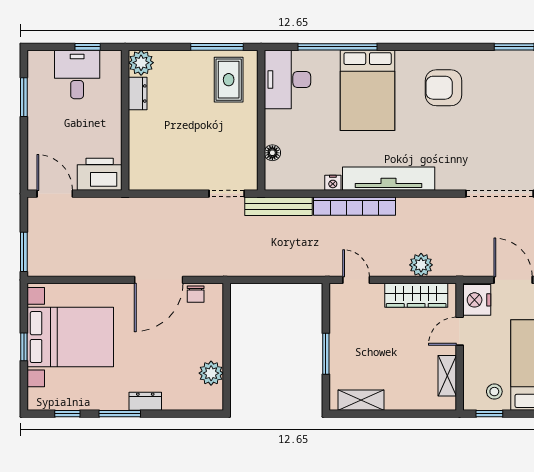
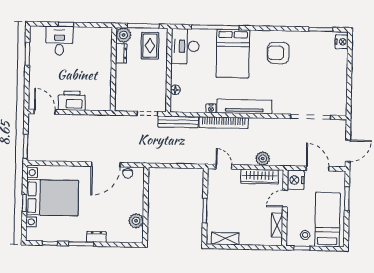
plant: (141, 63) -> (124, 35), moved
dresser: (138, 93) -> (121, 53), moved
wall: (125, 120) -> (113, 69), moved

